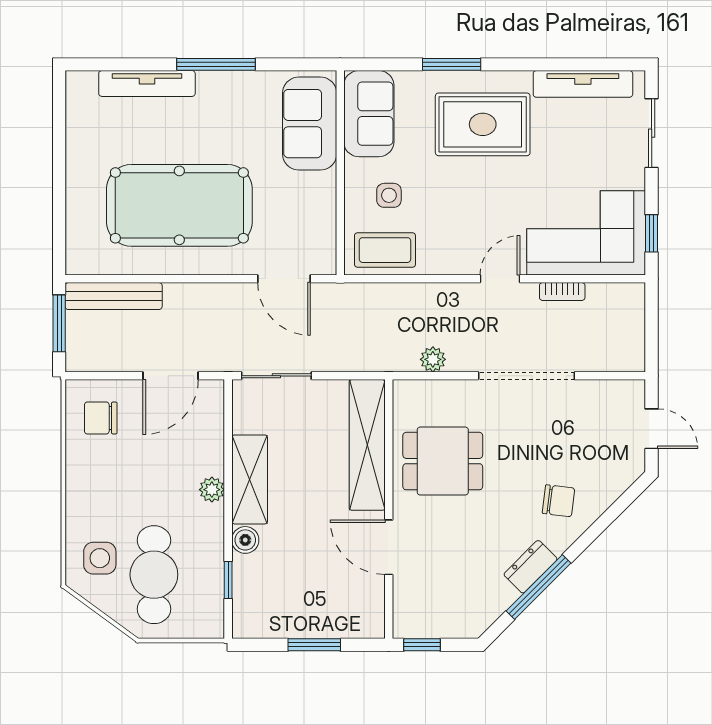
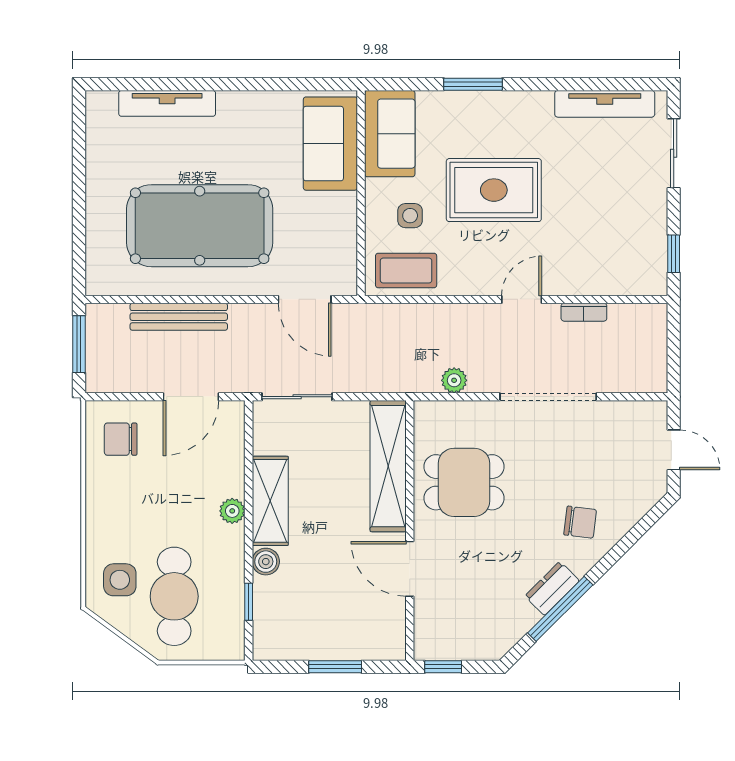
window: (216, 64) -> (236, 84), removed
rug: (483, 124) -> (494, 190), moved
corner sofa: (586, 233) -> (608, 253), removed
bench: (114, 296) -> (179, 317), moved

